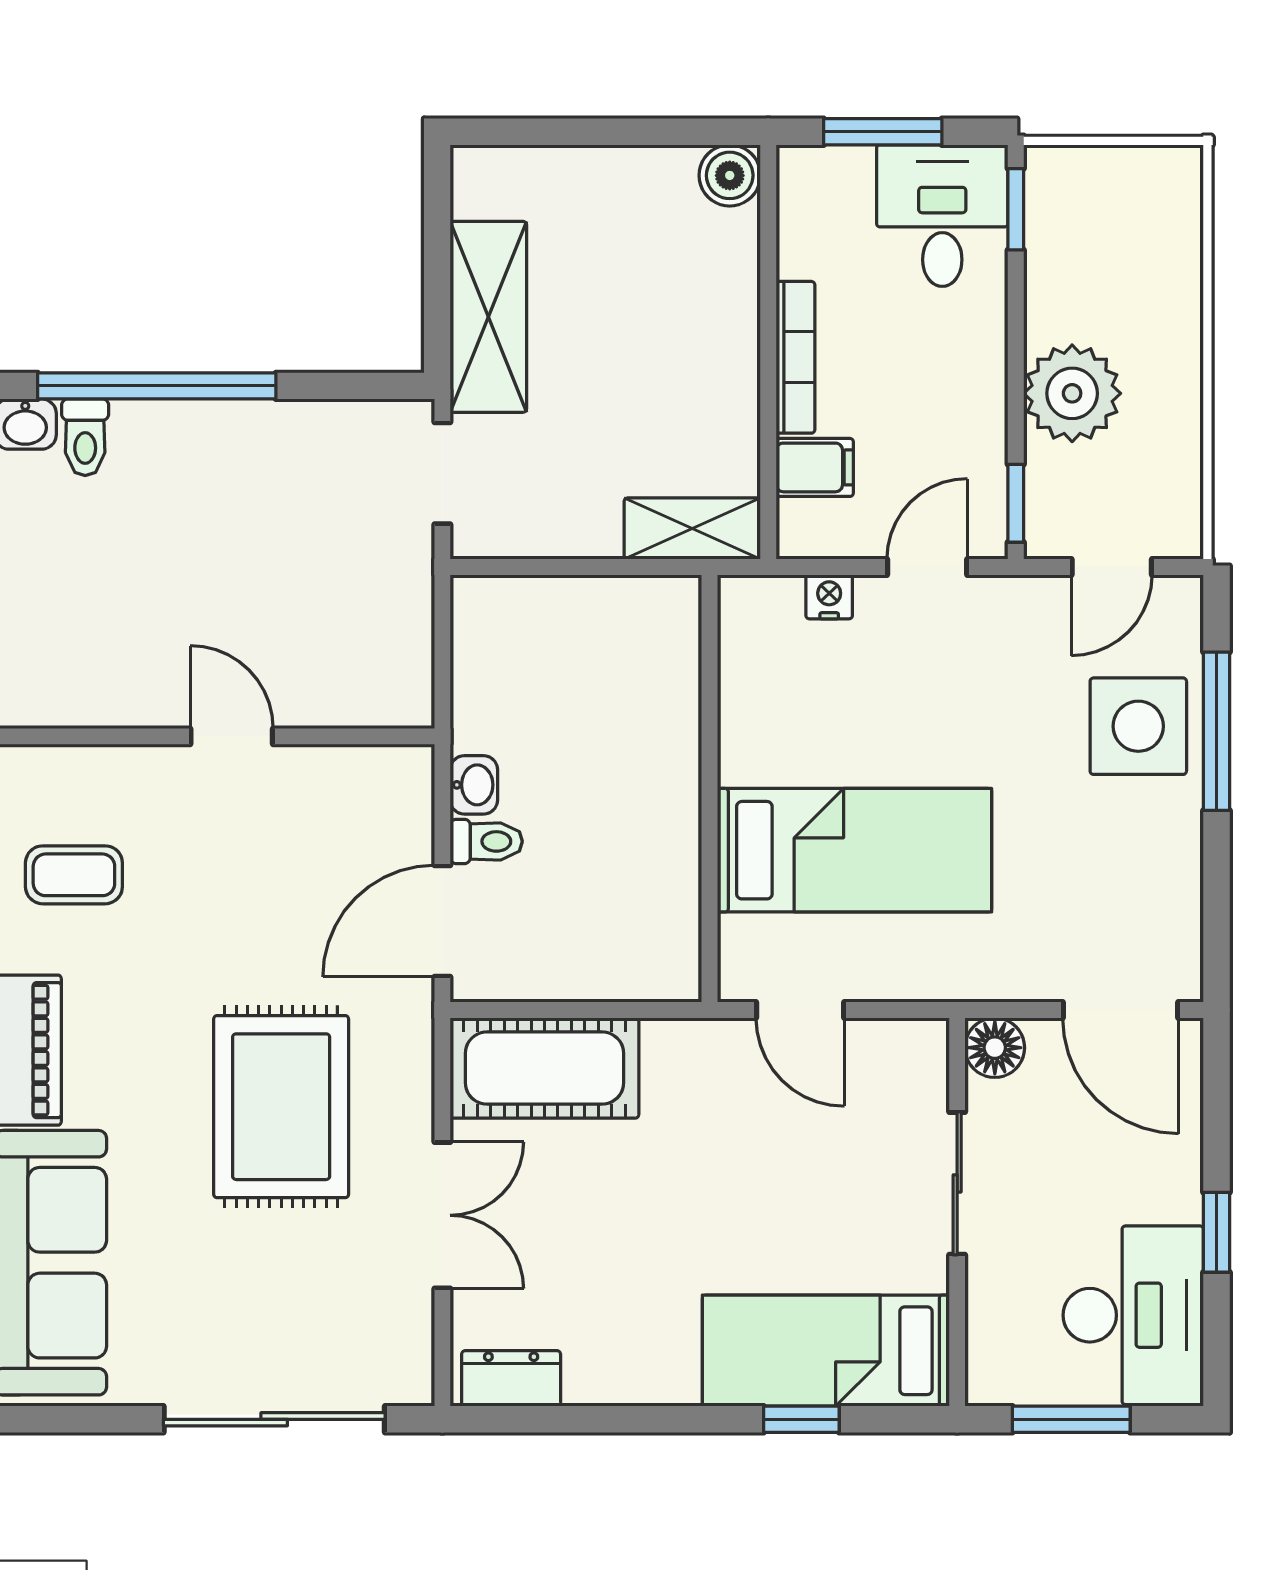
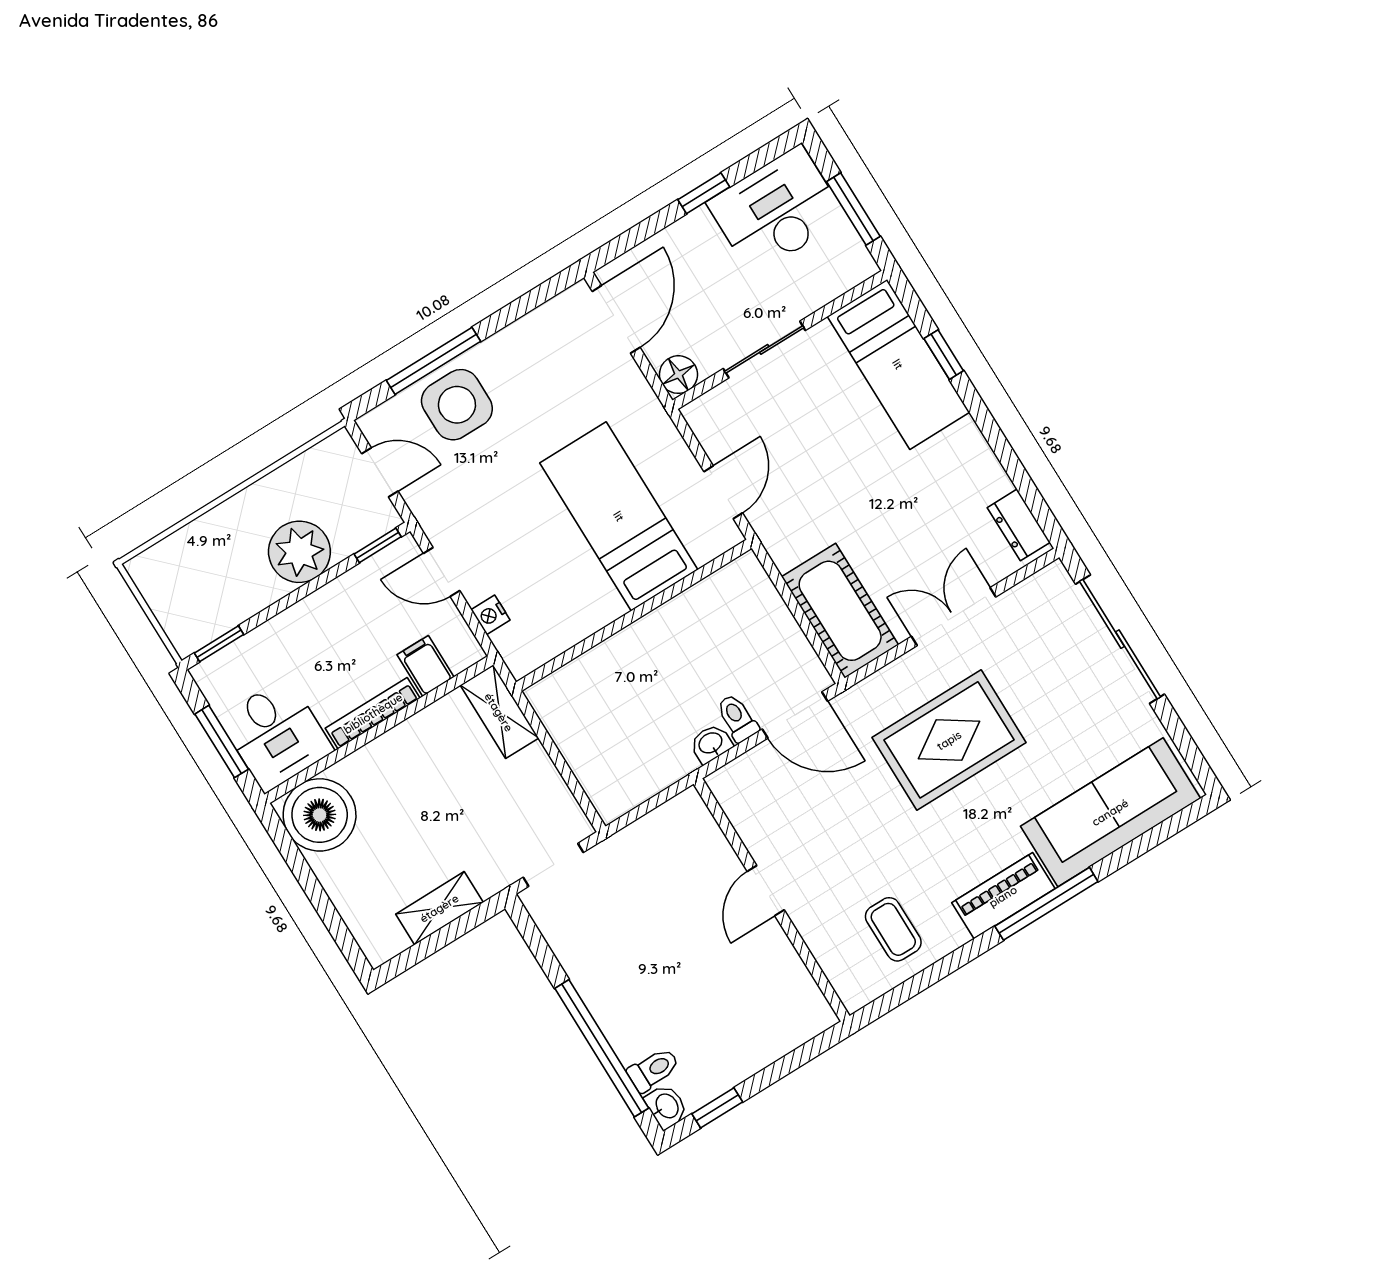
boiler: (730, 175) -> (320, 815), width x1.86, depth x1.86
desk: (942, 216) -> (276, 735), moved, turned -90
shelving: (488, 317) -> (439, 908), width x0.67, depth x0.75

